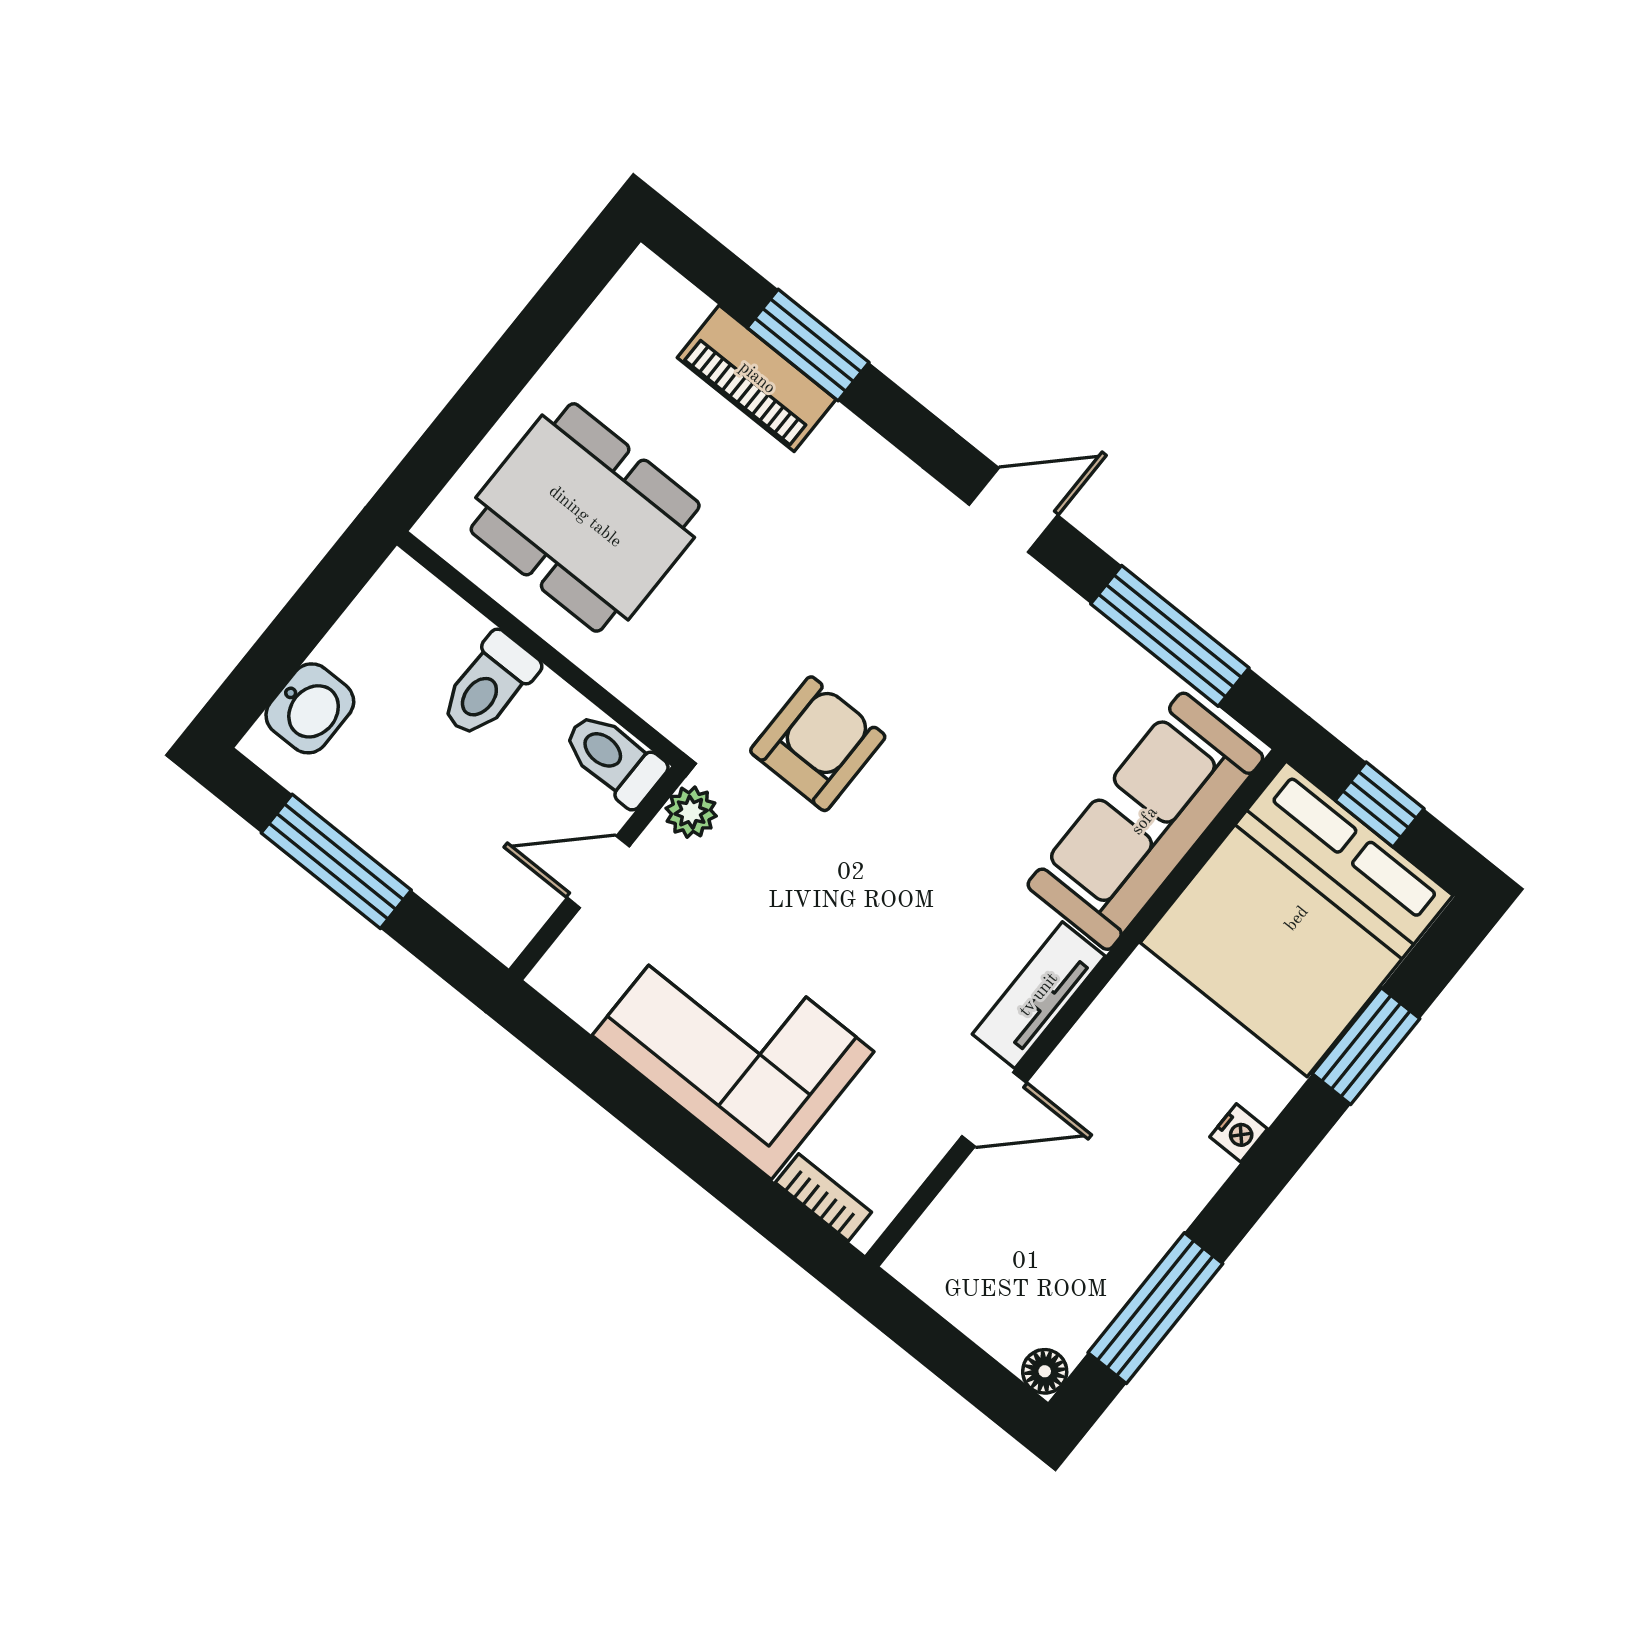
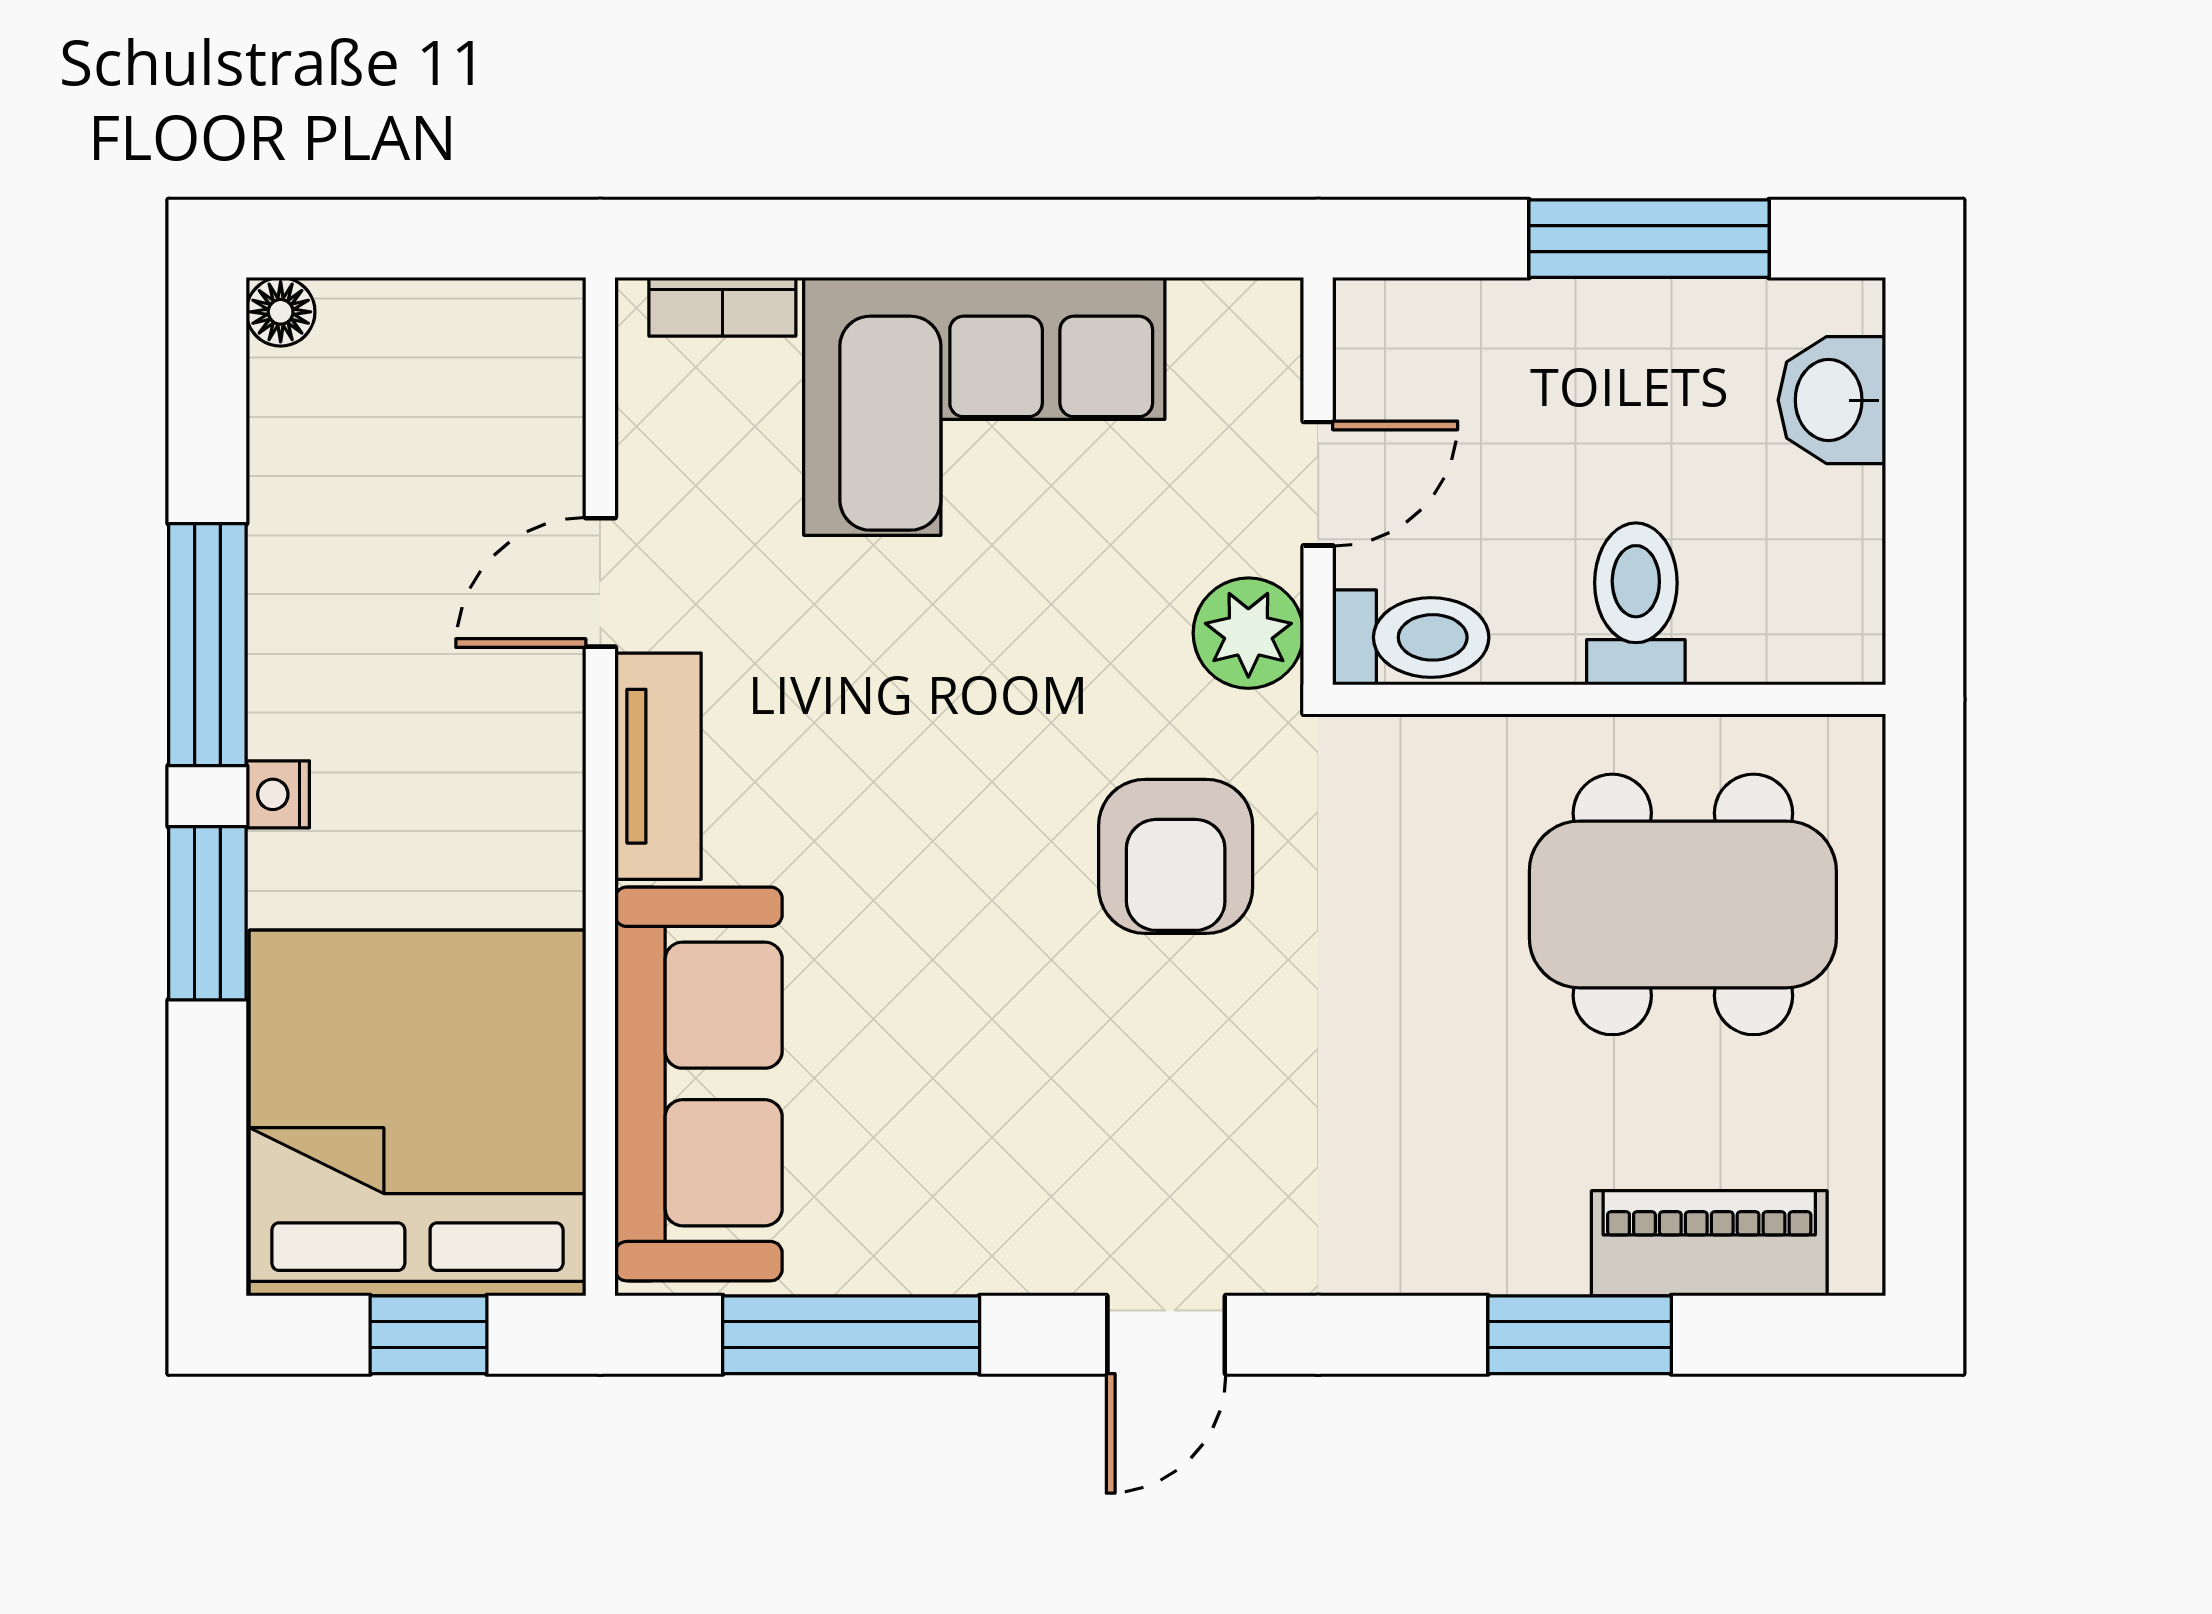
piano: (757, 378) -> (1709, 1243), moved
plant: (691, 812) -> (1248, 633), width x1.38, depth x1.38
window: (1366, 1046) -> (207, 913), moved
window: (1155, 1308) -> (207, 645), moved

